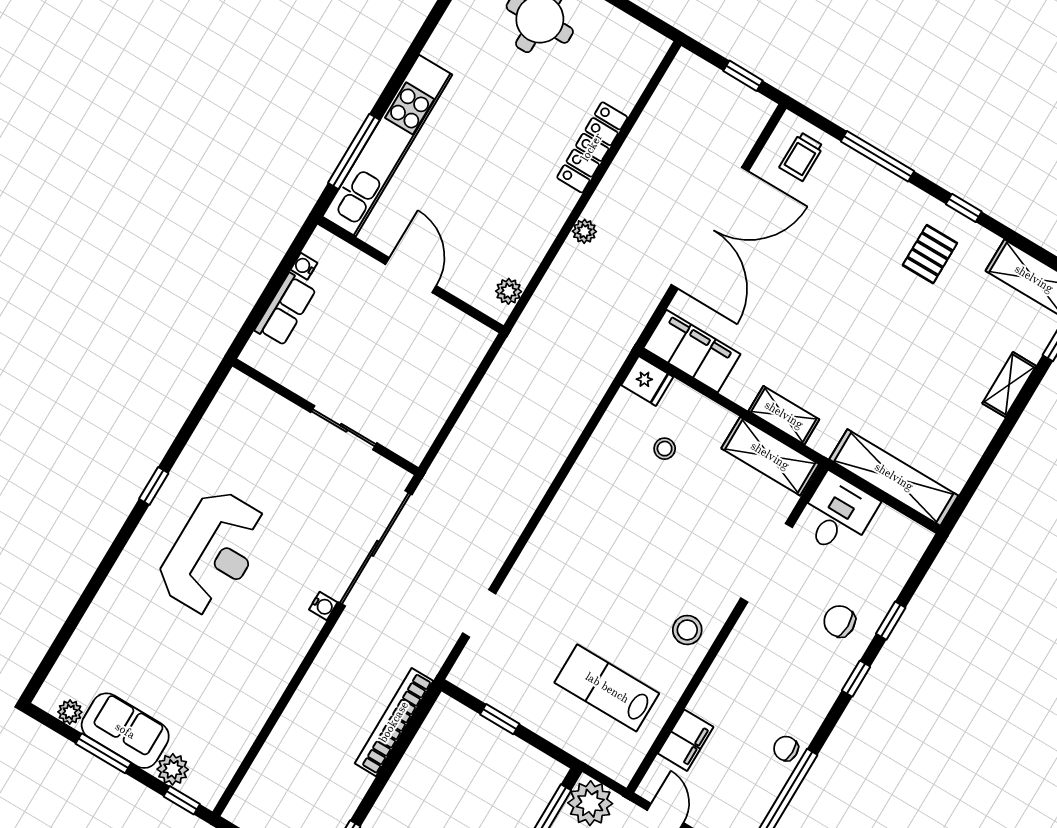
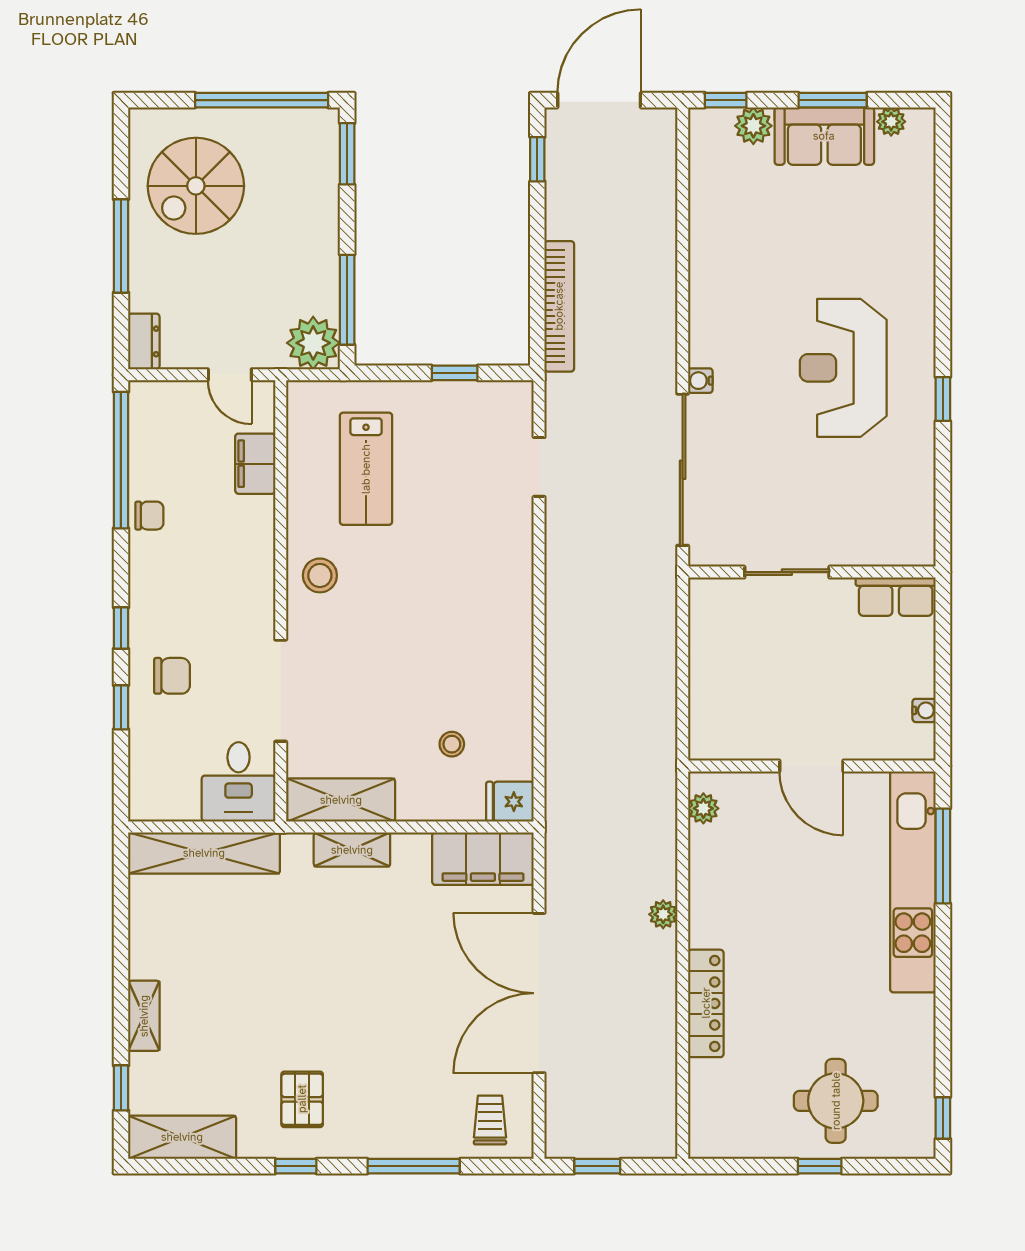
row of seats: (286, 310) -> (896, 597), moved, turned -90
lab bench: (607, 688) -> (366, 469), turned 90

